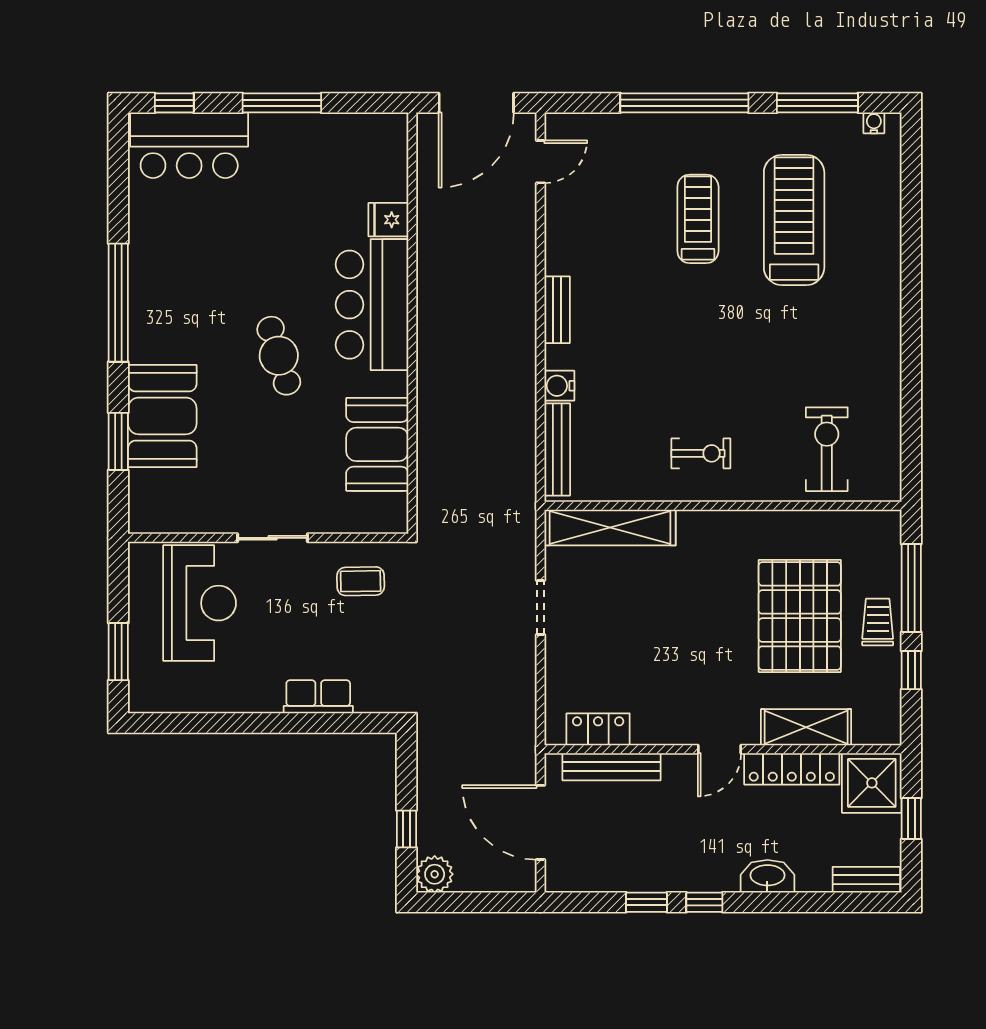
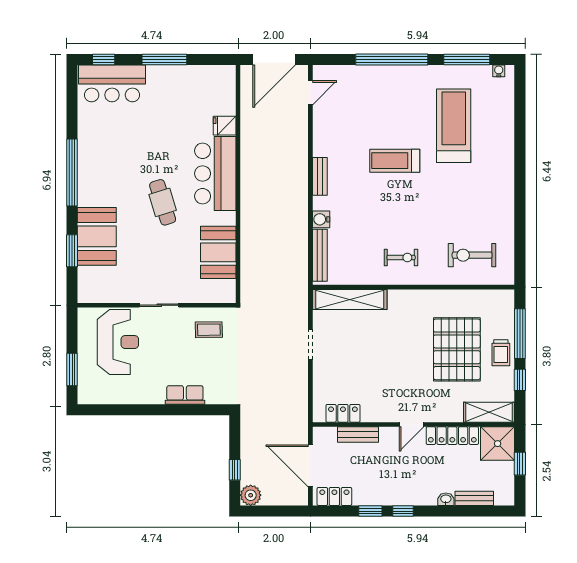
treadmill: (698, 219) -> (395, 161), moved, turned -90
exercise bike: (827, 449) -> (472, 255), turned -90
trolley: (878, 622) -> (501, 353), turned 180
shelving: (806, 727) -> (489, 412), moved
bench: (612, 767) -> (358, 434), width x0.73
locker: (583, 876) -> (334, 496), added
washbasin: (767, 876) -> (446, 499), width x0.52, depth x0.69
bench: (866, 880) -> (474, 498), moved

